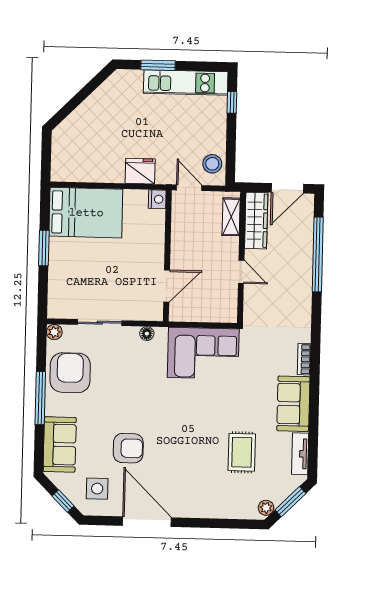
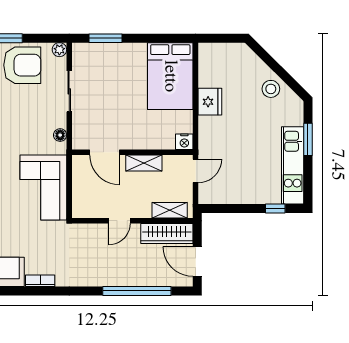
stool: (212, 164) -> (271, 89), moved
fridge: (140, 171) -> (210, 102), moved
shelving: (179, 244) -> (144, 163), added
window: (44, 248) -> (105, 38), moved

